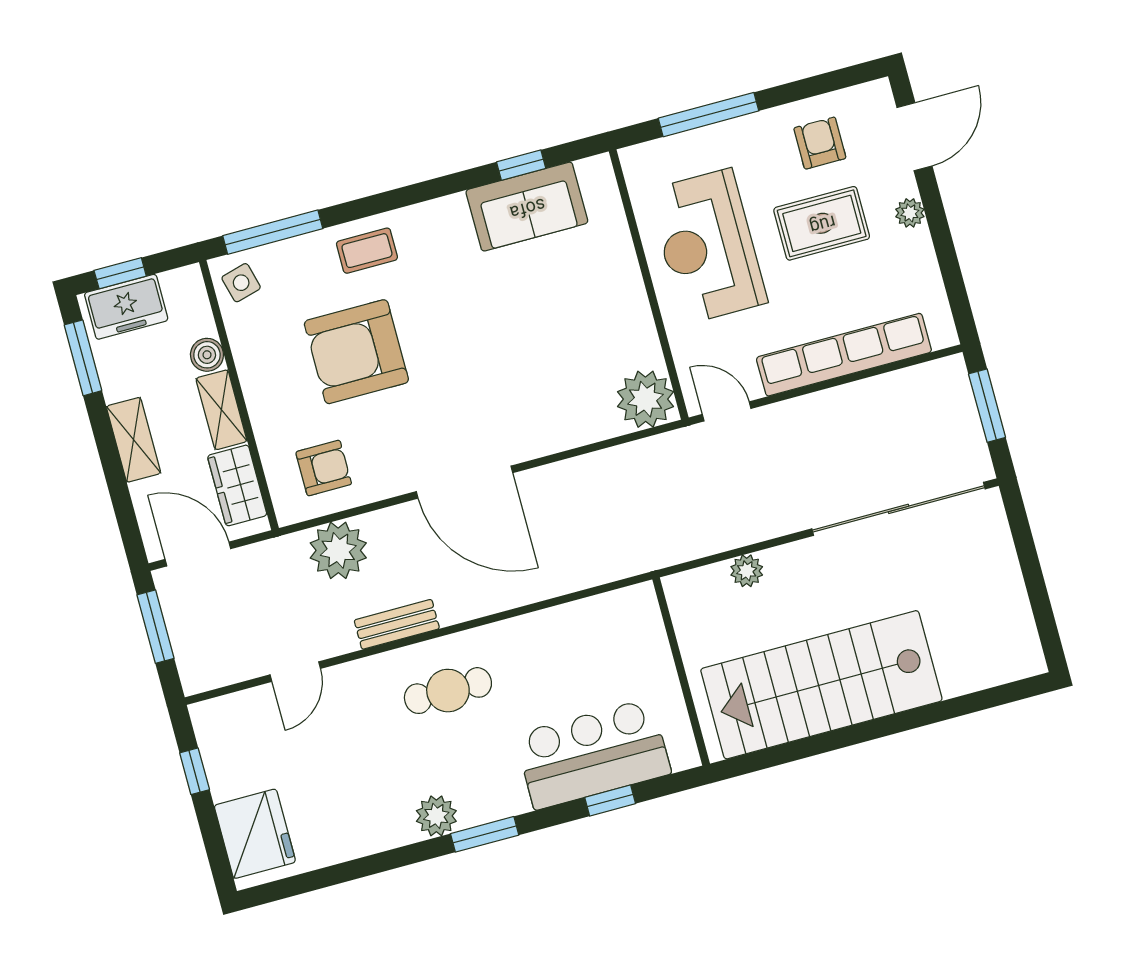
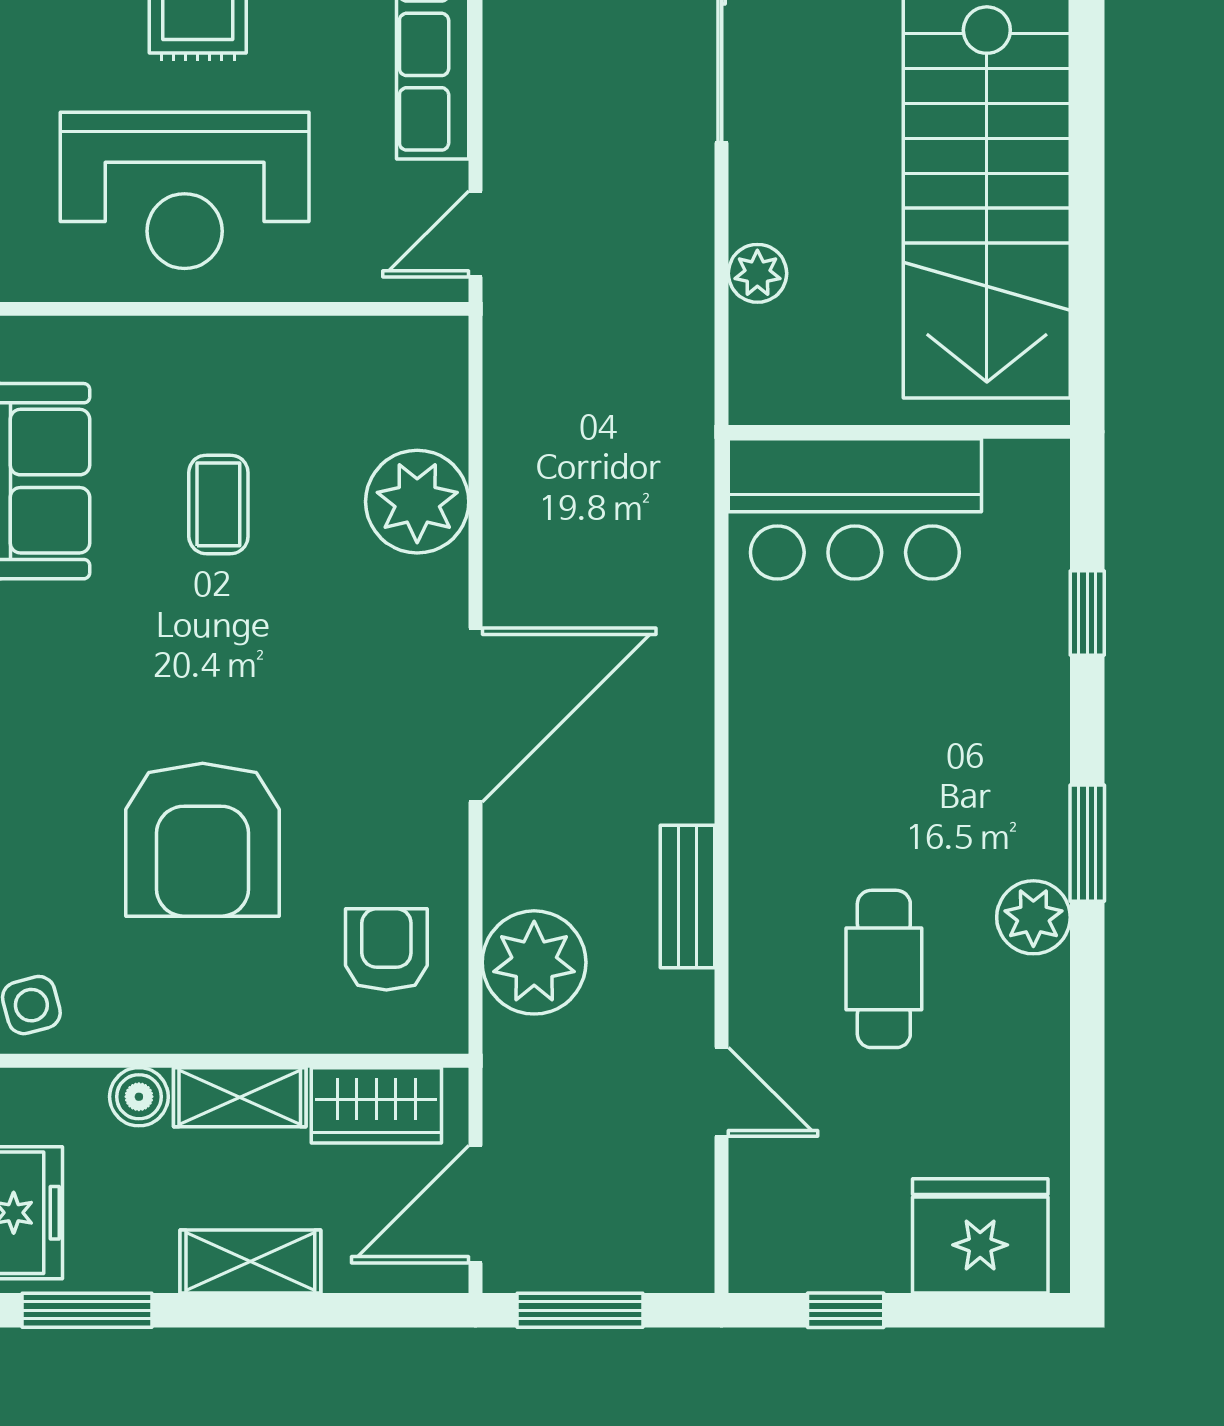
coffee table: (367, 251) -> (218, 504), moved
plant: (645, 399) -> (417, 502), moved
cafe table: (448, 691) -> (884, 969), moved
bar counter: (593, 754) -> (855, 509), moved, turned -90

